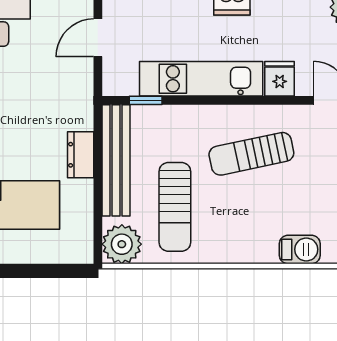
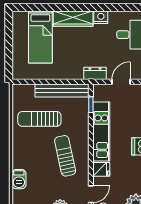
door: (98, 38) -> (121, 82), hinge flipped
dresser: (81, 155) -> (95, 73), moved
plant: (122, 244) -> (21, 93), removed

